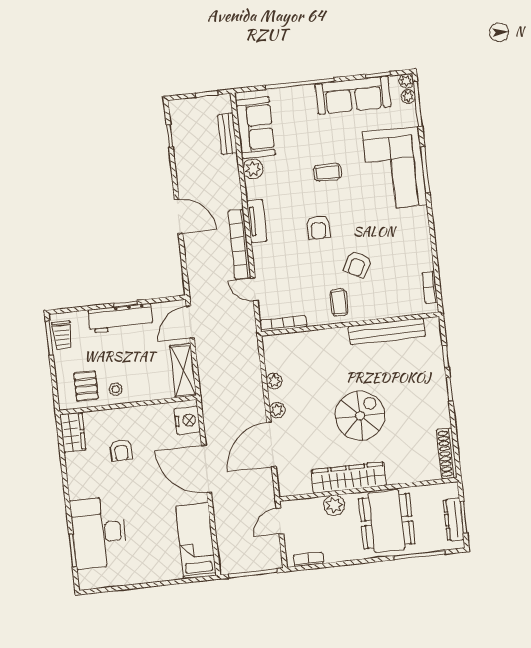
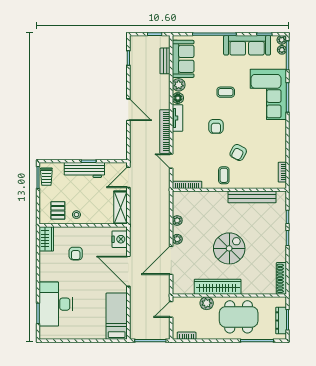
floor lamp: (254, 190) -> (178, 98), added
dining table: (387, 521) -> (239, 317), turned 90

